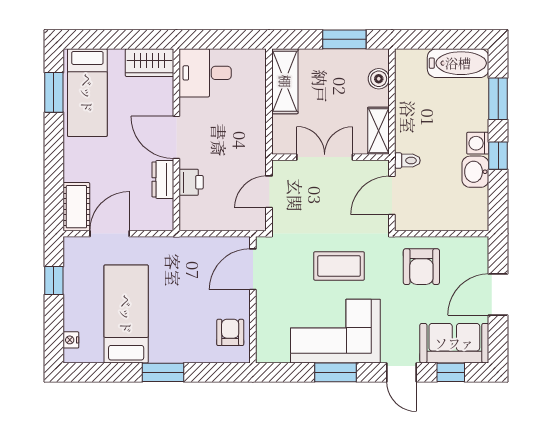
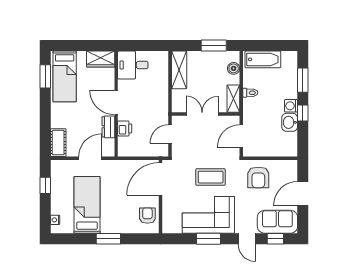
bathtub: (458, 63) -> (263, 59), moved
toilet: (407, 161) -> (250, 93), moved
door: (110, 234) -> (90, 158), moved
door: (253, 269) -> (161, 179), width x1.36

